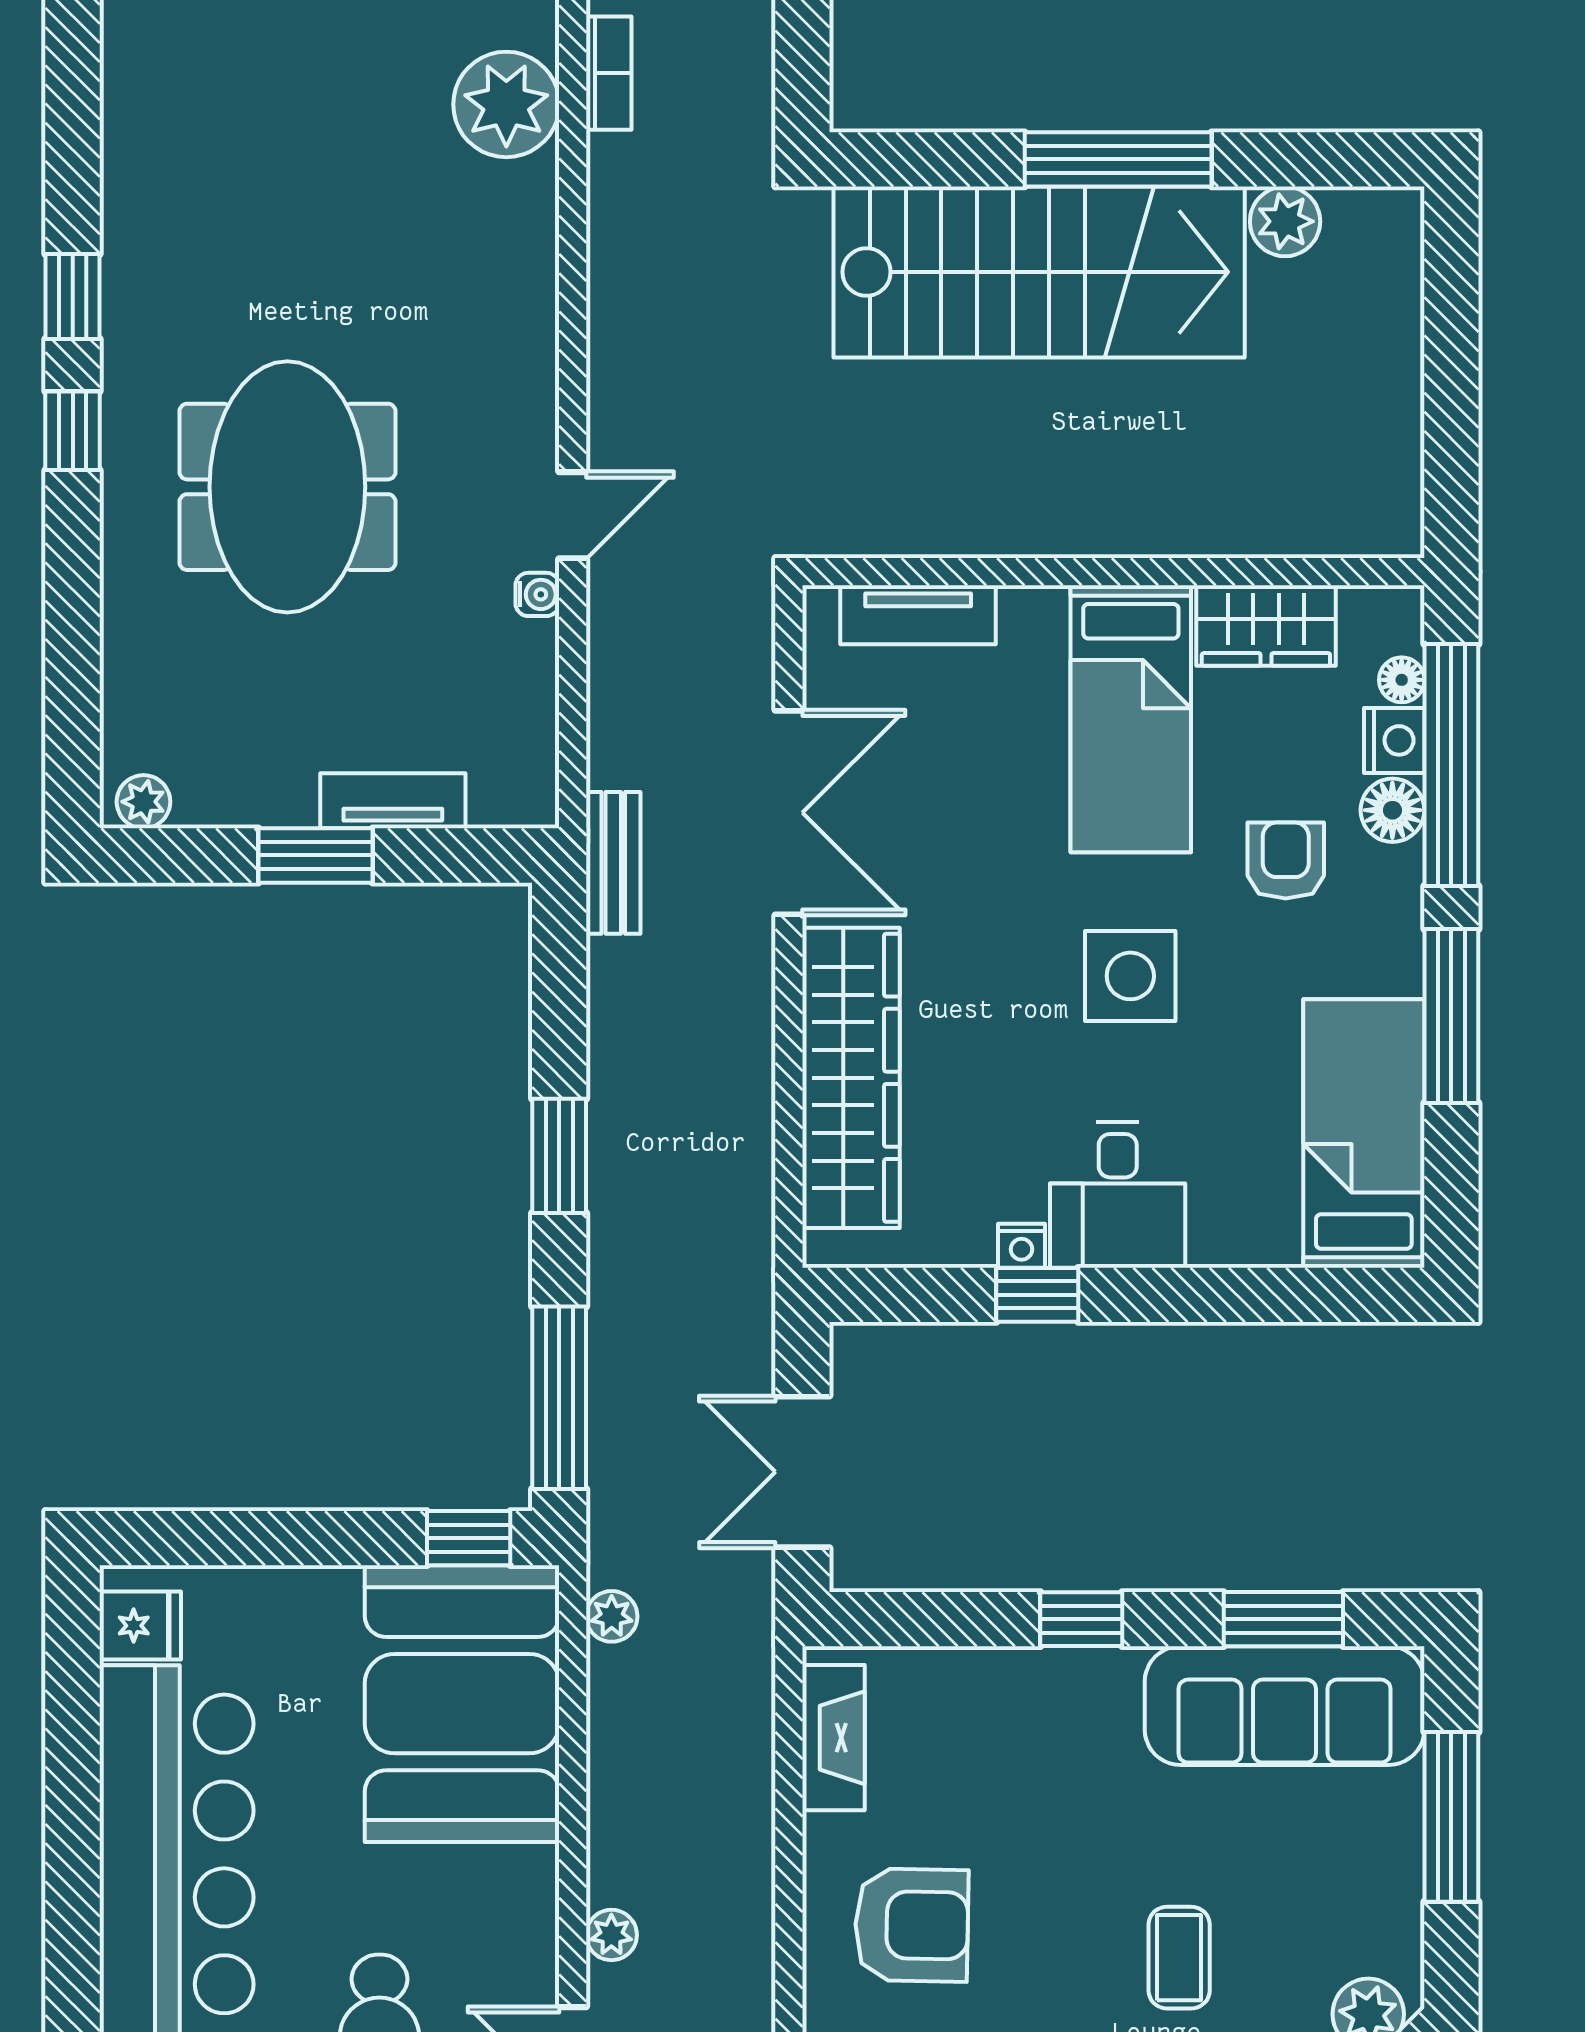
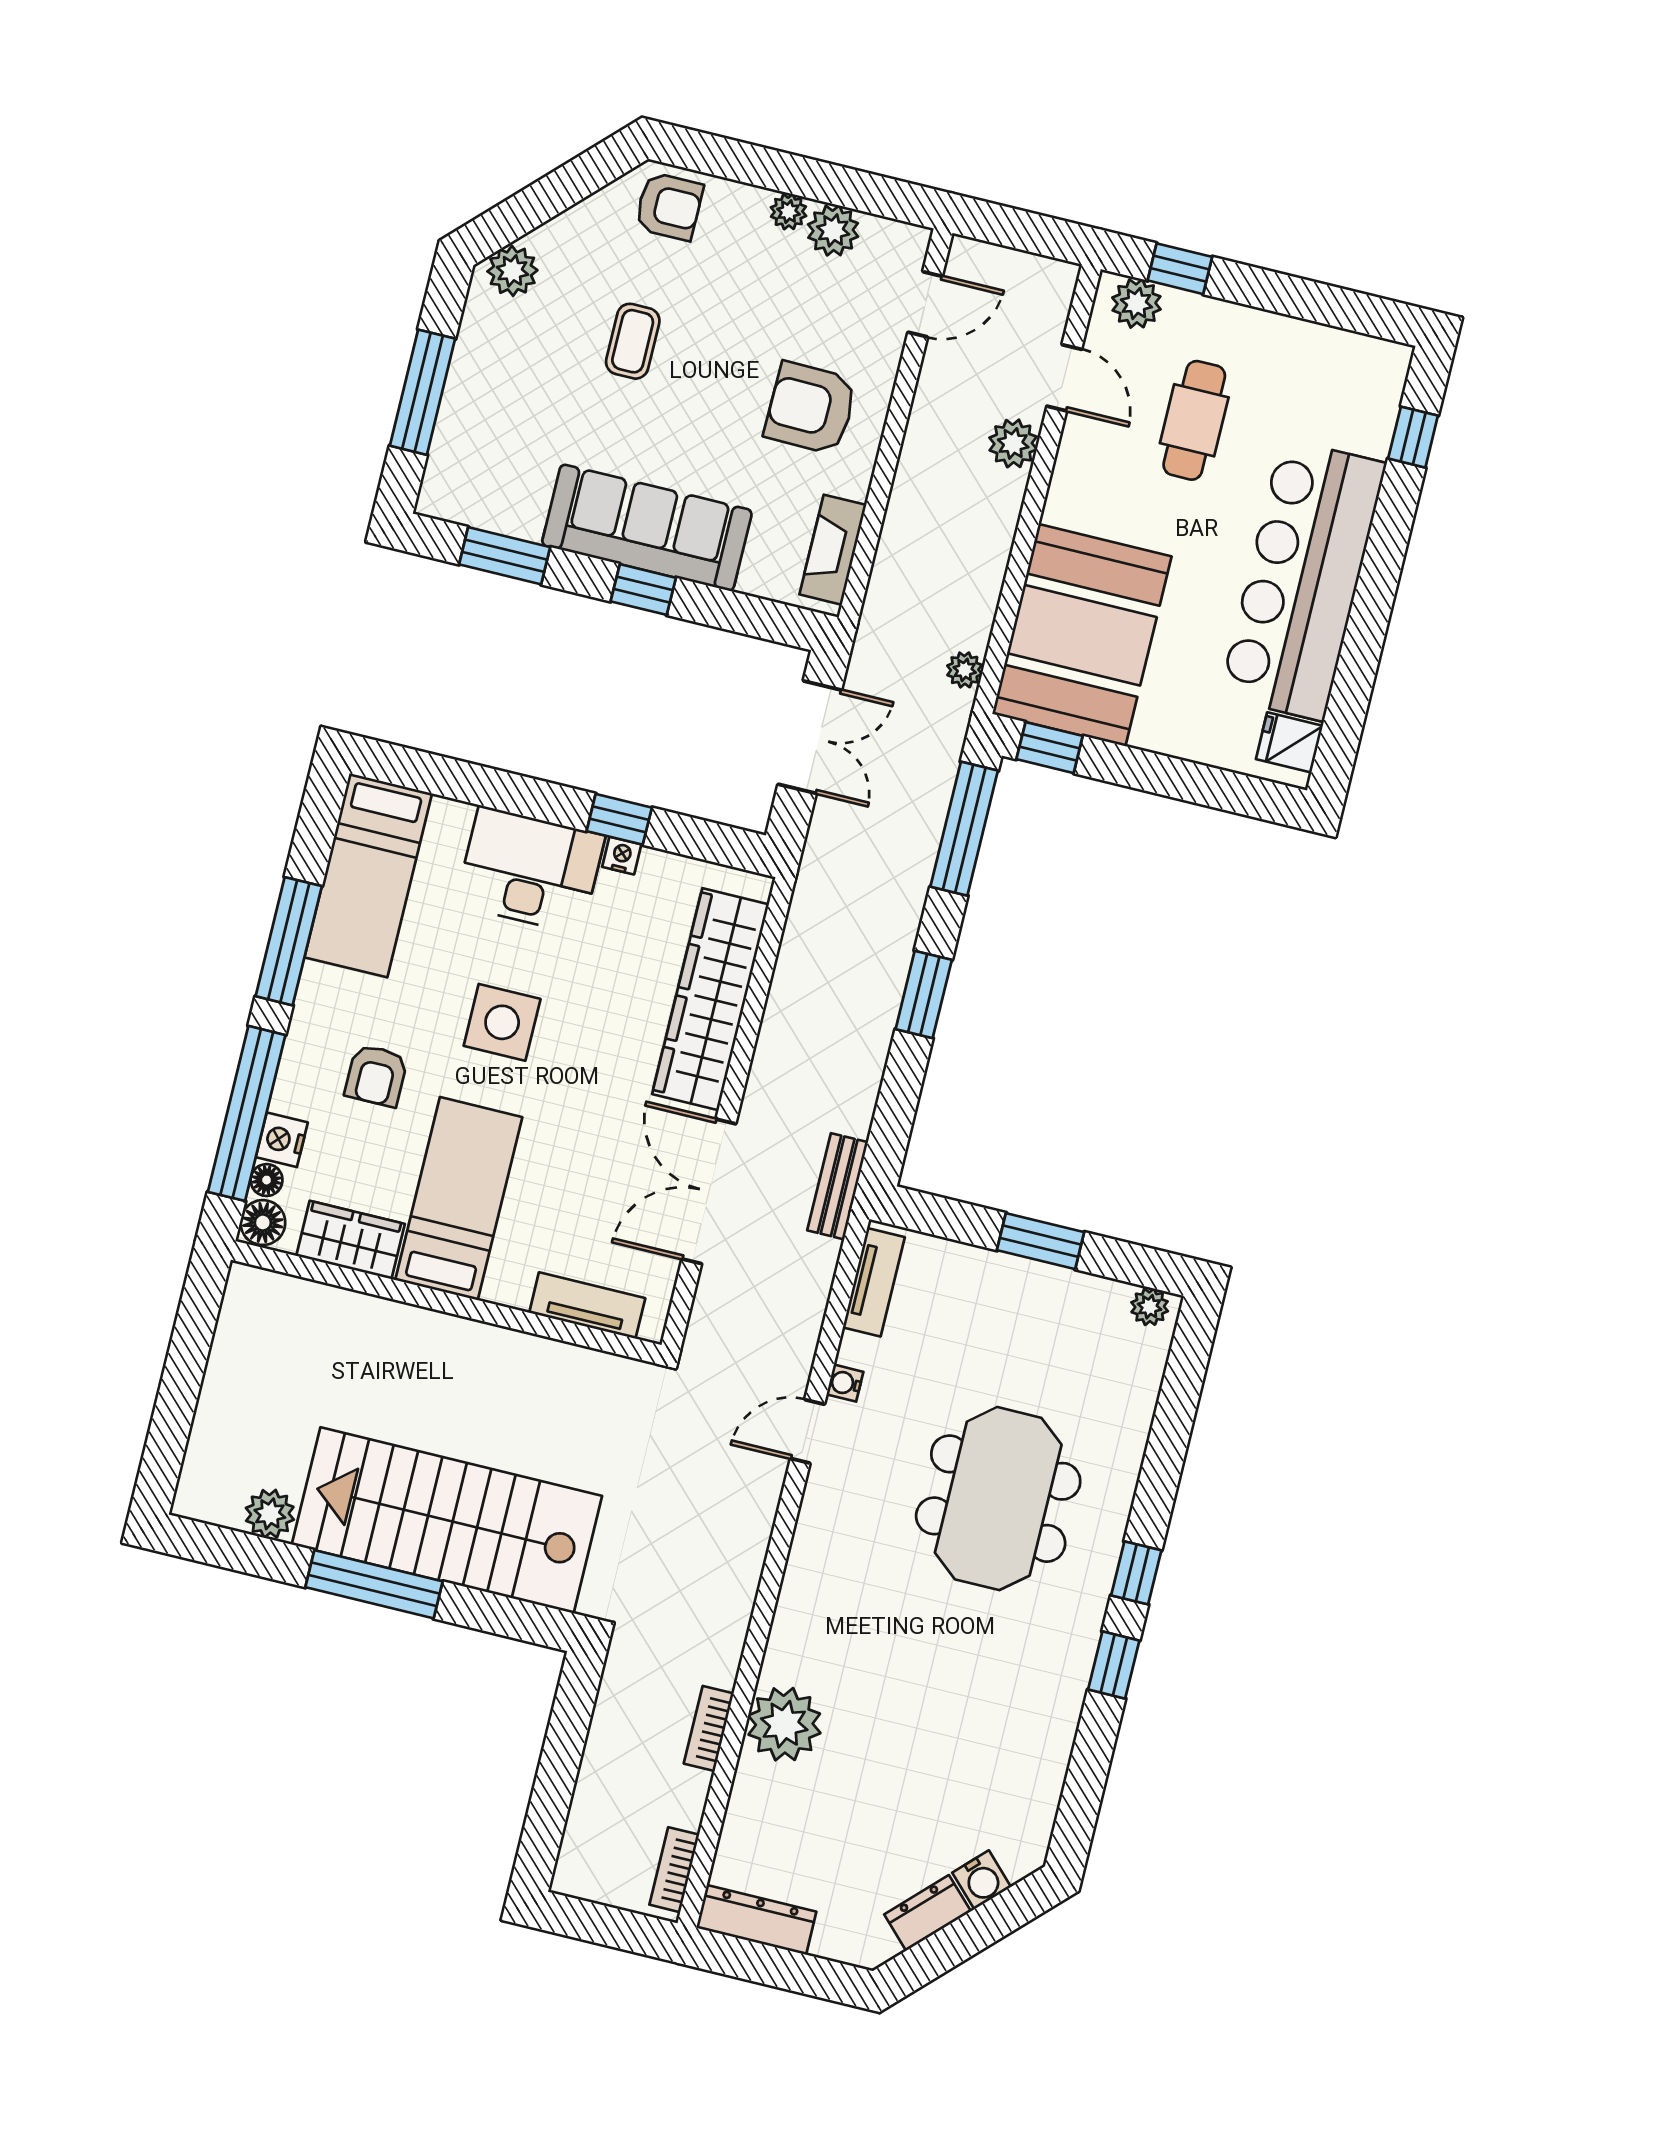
tv unit: (393, 801) -> (874, 1282), moved, turned -90
floor lamp: (1392, 810) -> (263, 1223), moved
desk: (1118, 1195) -> (530, 870), width x1.37
sofa: (1285, 1706) -> (647, 528), moved
plant: (611, 1935) -> (1013, 443), width x1.38, depth x1.38

